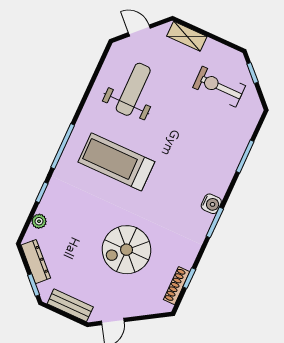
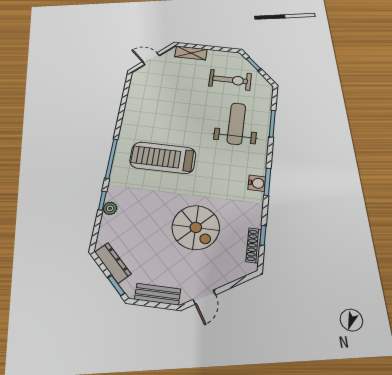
exercise bike: (219, 87) -> (230, 80), turned 180
weight bench: (133, 89) -> (236, 124), moved
water cooler: (211, 204) -> (257, 183), moved
plant: (39, 221) -> (110, 208), moved
spiral stairs: (127, 250) -> (196, 227), turned -90

